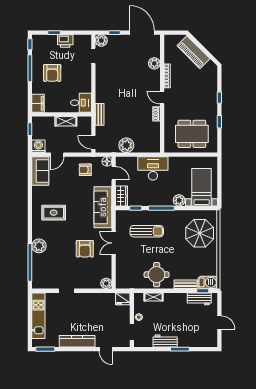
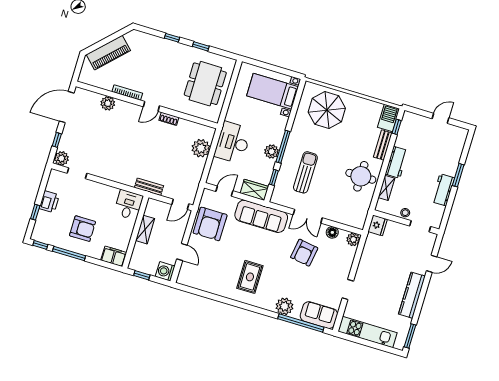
plant: (126, 145) -> (201, 148), moved
floor lamp: (107, 161) -> (332, 232), moved
armchair: (85, 170) -> (210, 224), width x1.88, depth x1.88
sofa: (40, 171) -> (319, 315), moved
plant: (179, 200) -> (272, 152), moved
armchair: (85, 249) -> (304, 253), turned 99
workbench: (199, 299) -> (397, 162), moved

